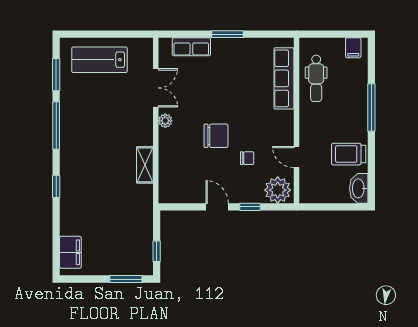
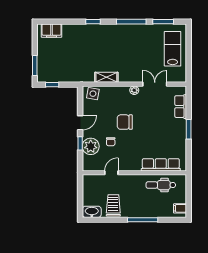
double door: (156, 88) -> (155, 84), swing flipped
chair: (216, 136) -> (125, 122), turned 90
side table: (171, 186) -> (93, 94), added
plant: (278, 190) -> (91, 146), moved

